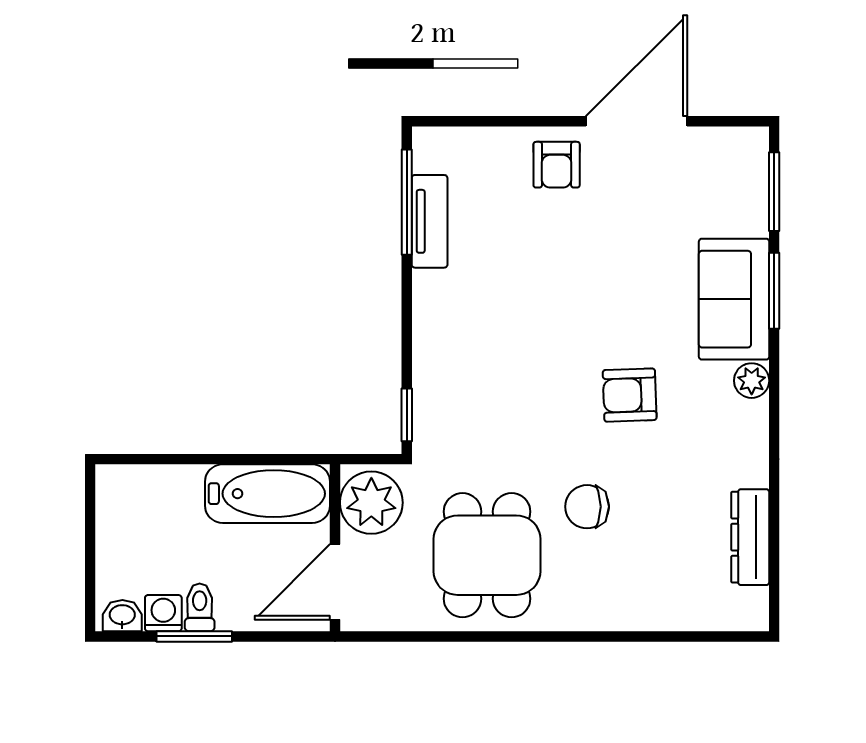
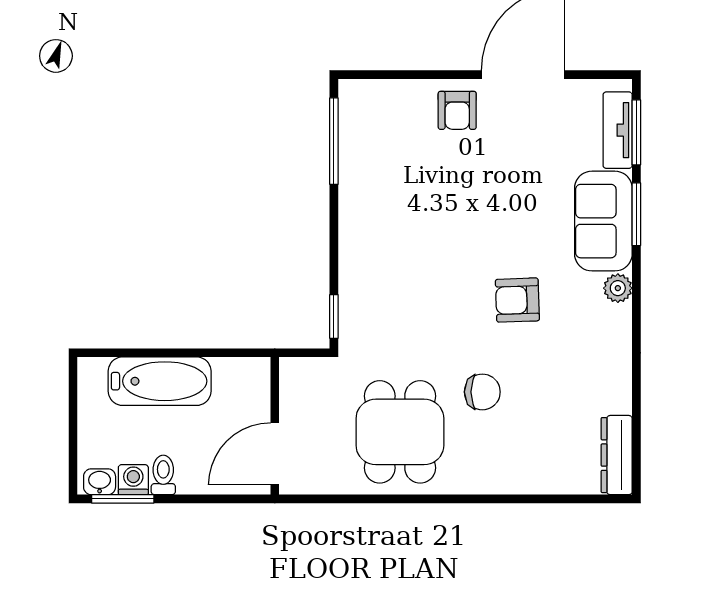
tv unit: (430, 221) -> (618, 130), moved, turned 180
bathtub: (267, 494) -> (160, 381), moved
plant: (371, 503) -> (305, 389), removed
chair: (587, 507) -> (482, 392), turned 180
dresser: (750, 537) -> (617, 455), moved
window: (194, 636) -> (123, 499), moved

